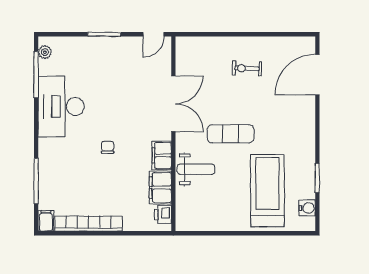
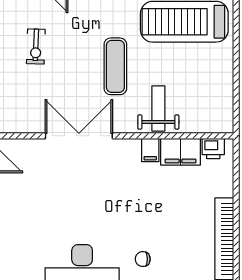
chair: (108, 147) -> (143, 259), moved
filing cabinet: (162, 155) -> (150, 150), width x0.50

